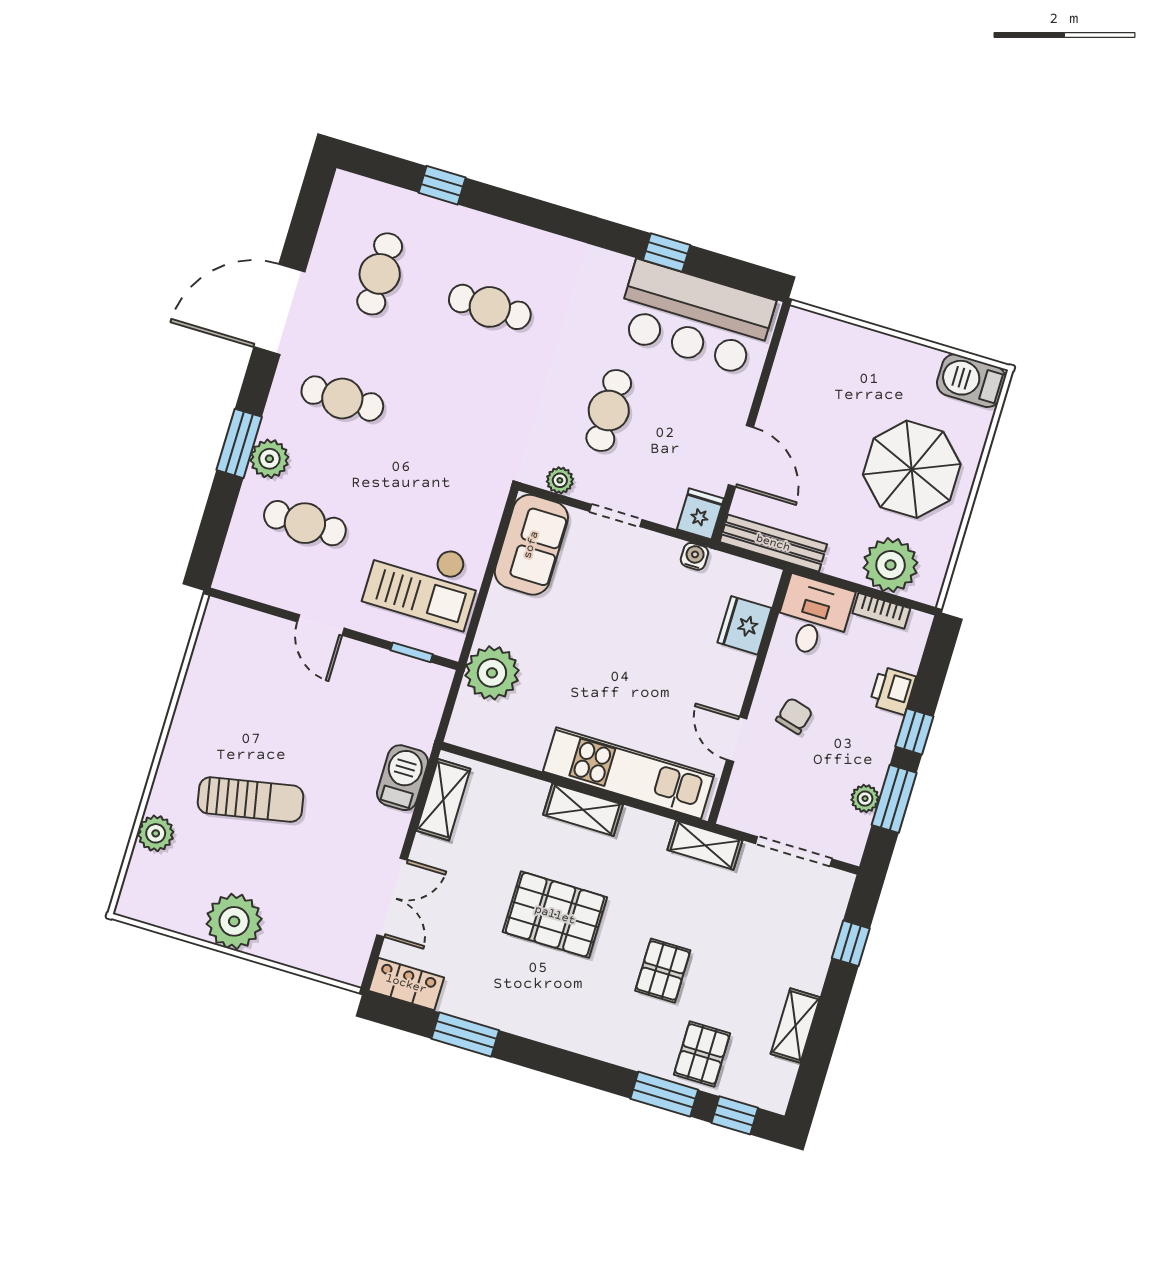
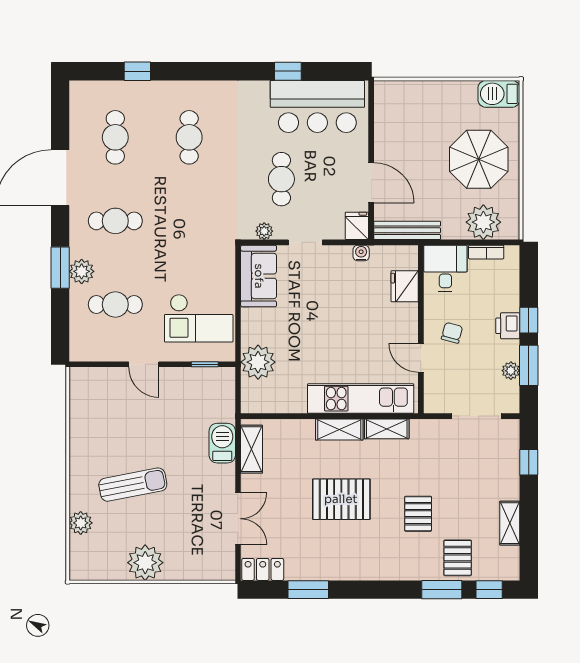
cafe table: (490, 307) -> (189, 137), turned 90
printer: (893, 691) -> (508, 326), moved
shelving: (705, 845) -> (387, 429), moved

